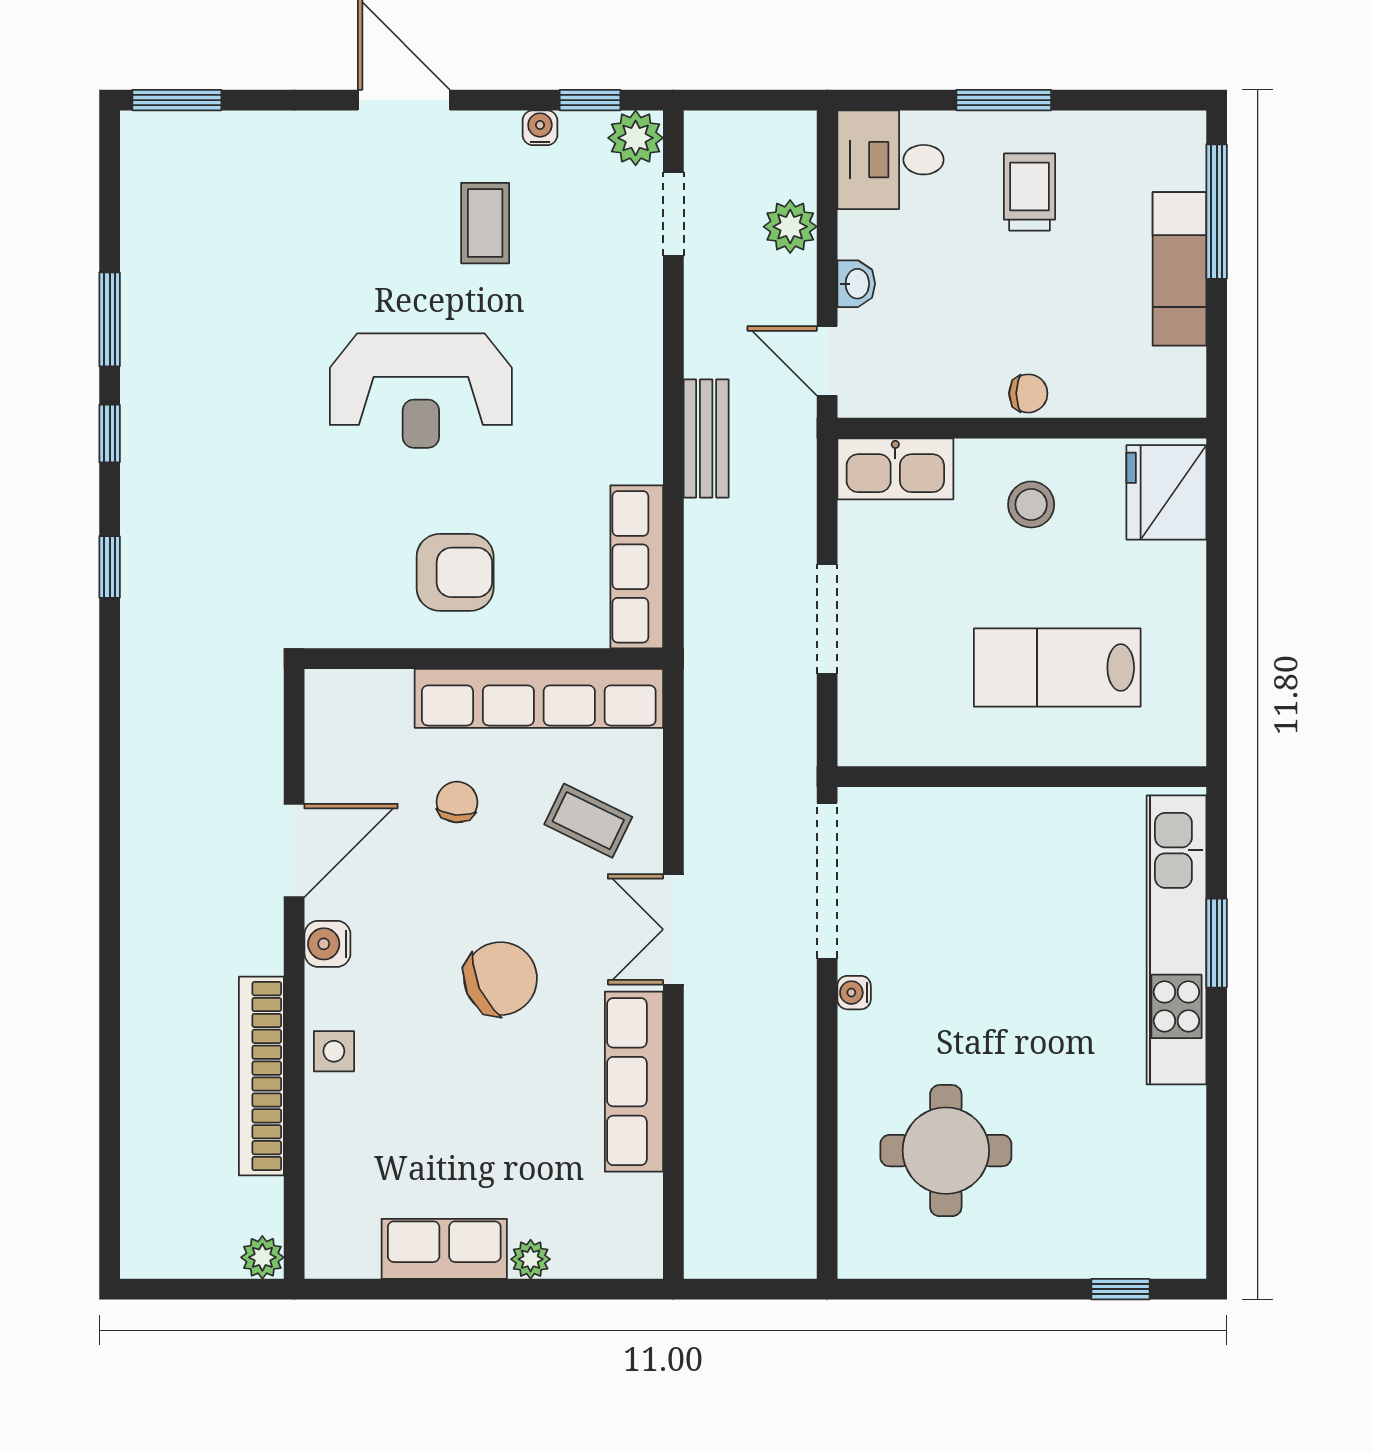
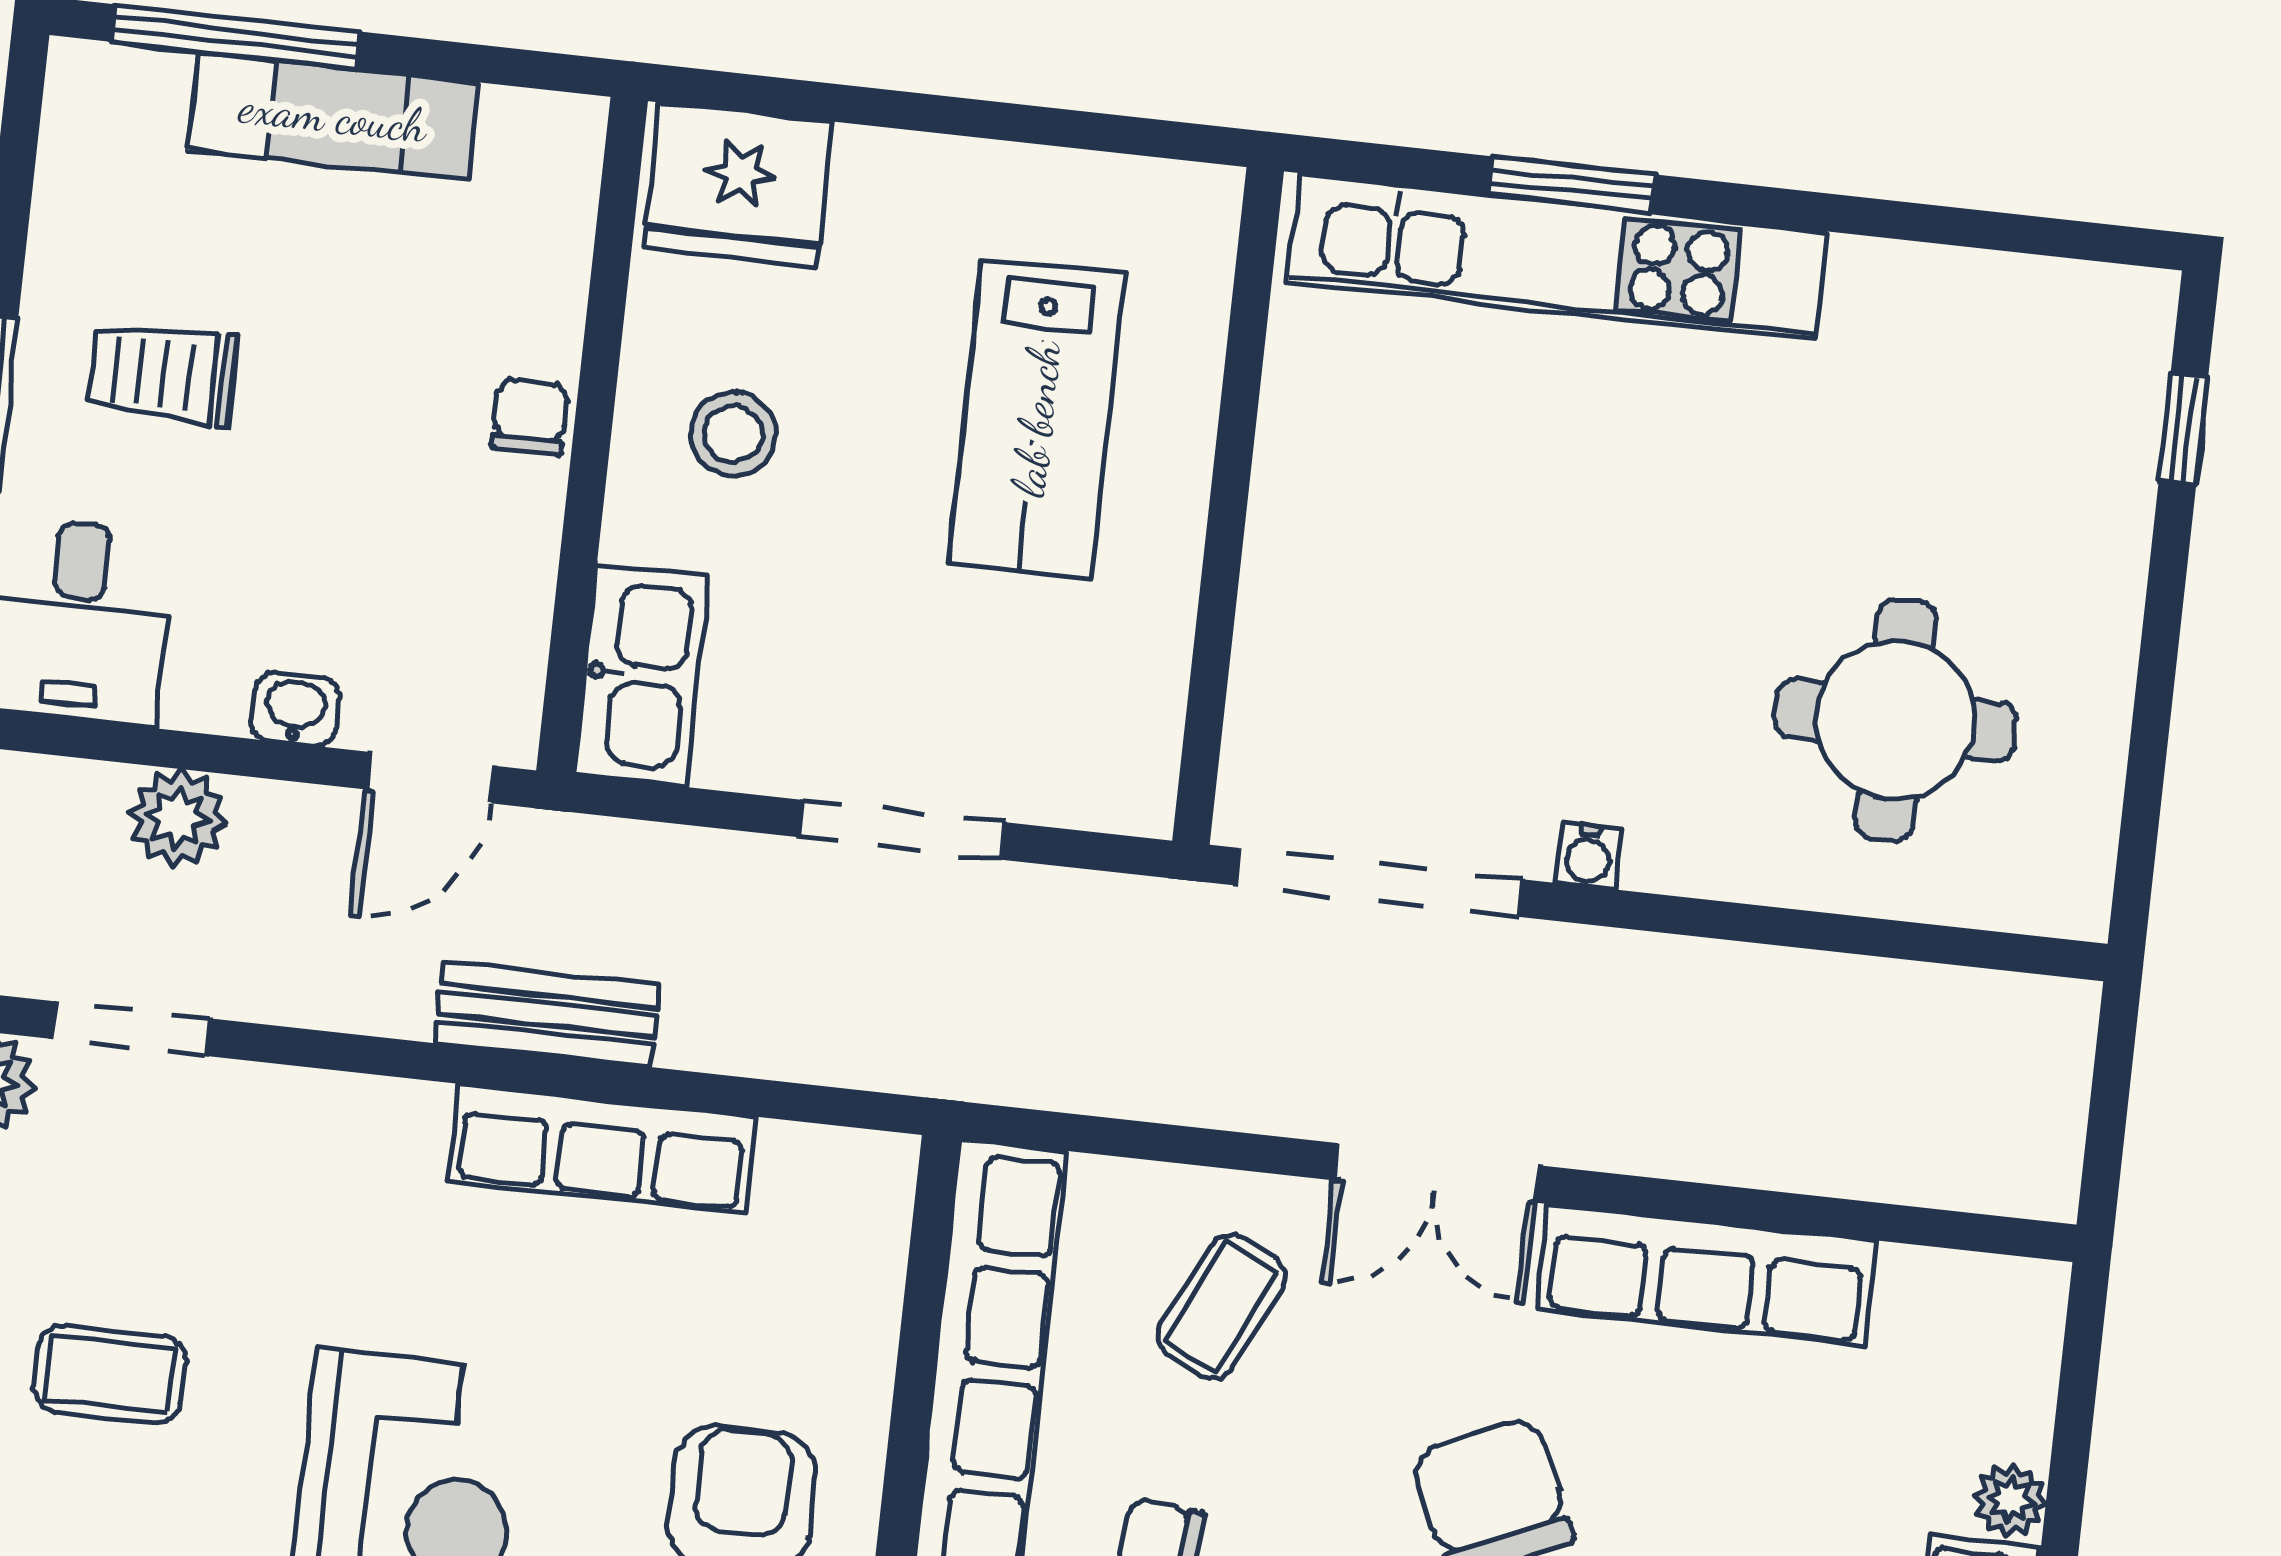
row of seats: (637, 567) -> (602, 1148), moved

